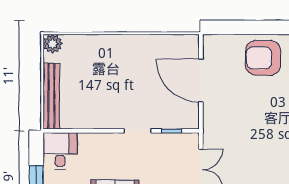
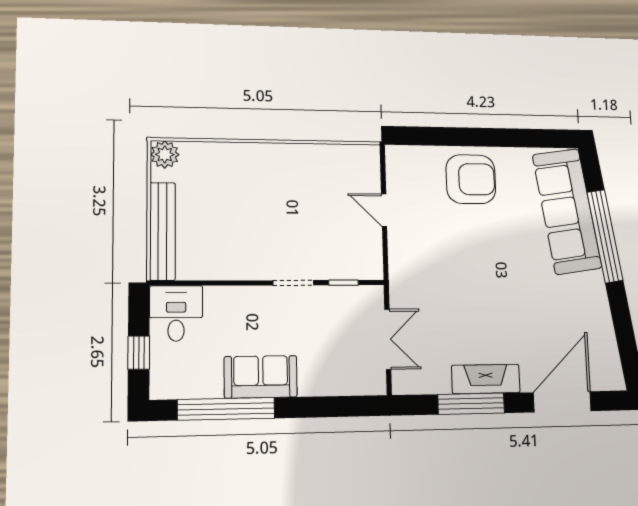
armchair: (263, 58) -> (471, 179), turned 180
door: (201, 81) -> (384, 210), width x0.53

